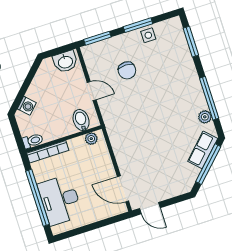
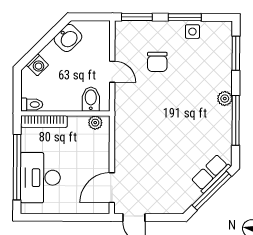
washbasin: (65, 62) -> (68, 38), moved, turned -45
plant: (205, 117) -> (225, 99), moved
door: (123, 189) -> (112, 188), hinge flipped

